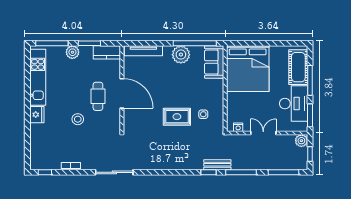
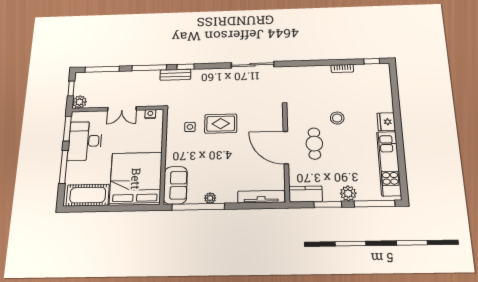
plant: (181, 55) -> (210, 198), width x0.53, depth x0.53
cot: (298, 67) -> (88, 195), moved, turned 90
sliding door: (114, 172) -> (253, 65), moved

